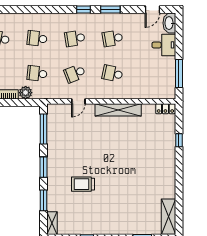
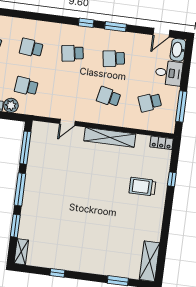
school desk: (75, 73) -> (150, 102), moved
window: (43, 167) -> (20, 189), width x1.44
trolley: (83, 184) -> (142, 187), moved

